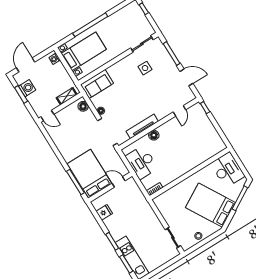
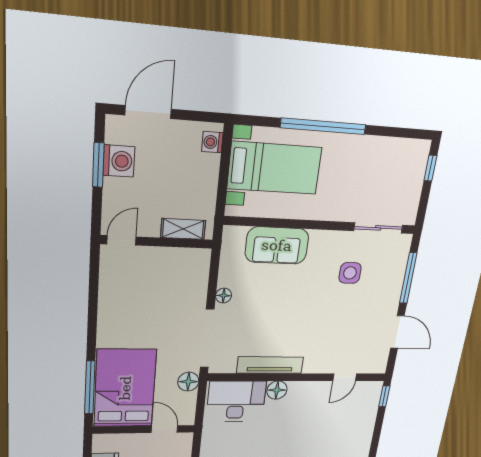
sofa: (97, 84) -> (277, 245), moved
floor lamp: (83, 106) -> (188, 382), moved
door: (47, 116) -> (122, 240), swing flipped
desk: (142, 162) -> (236, 401), moved, turned 90

